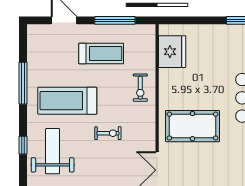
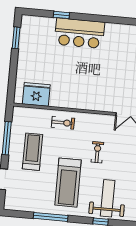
pool table: (192, 126) -> (98, 84), removed
weight bench: (53, 151) -> (108, 198), turned 90

